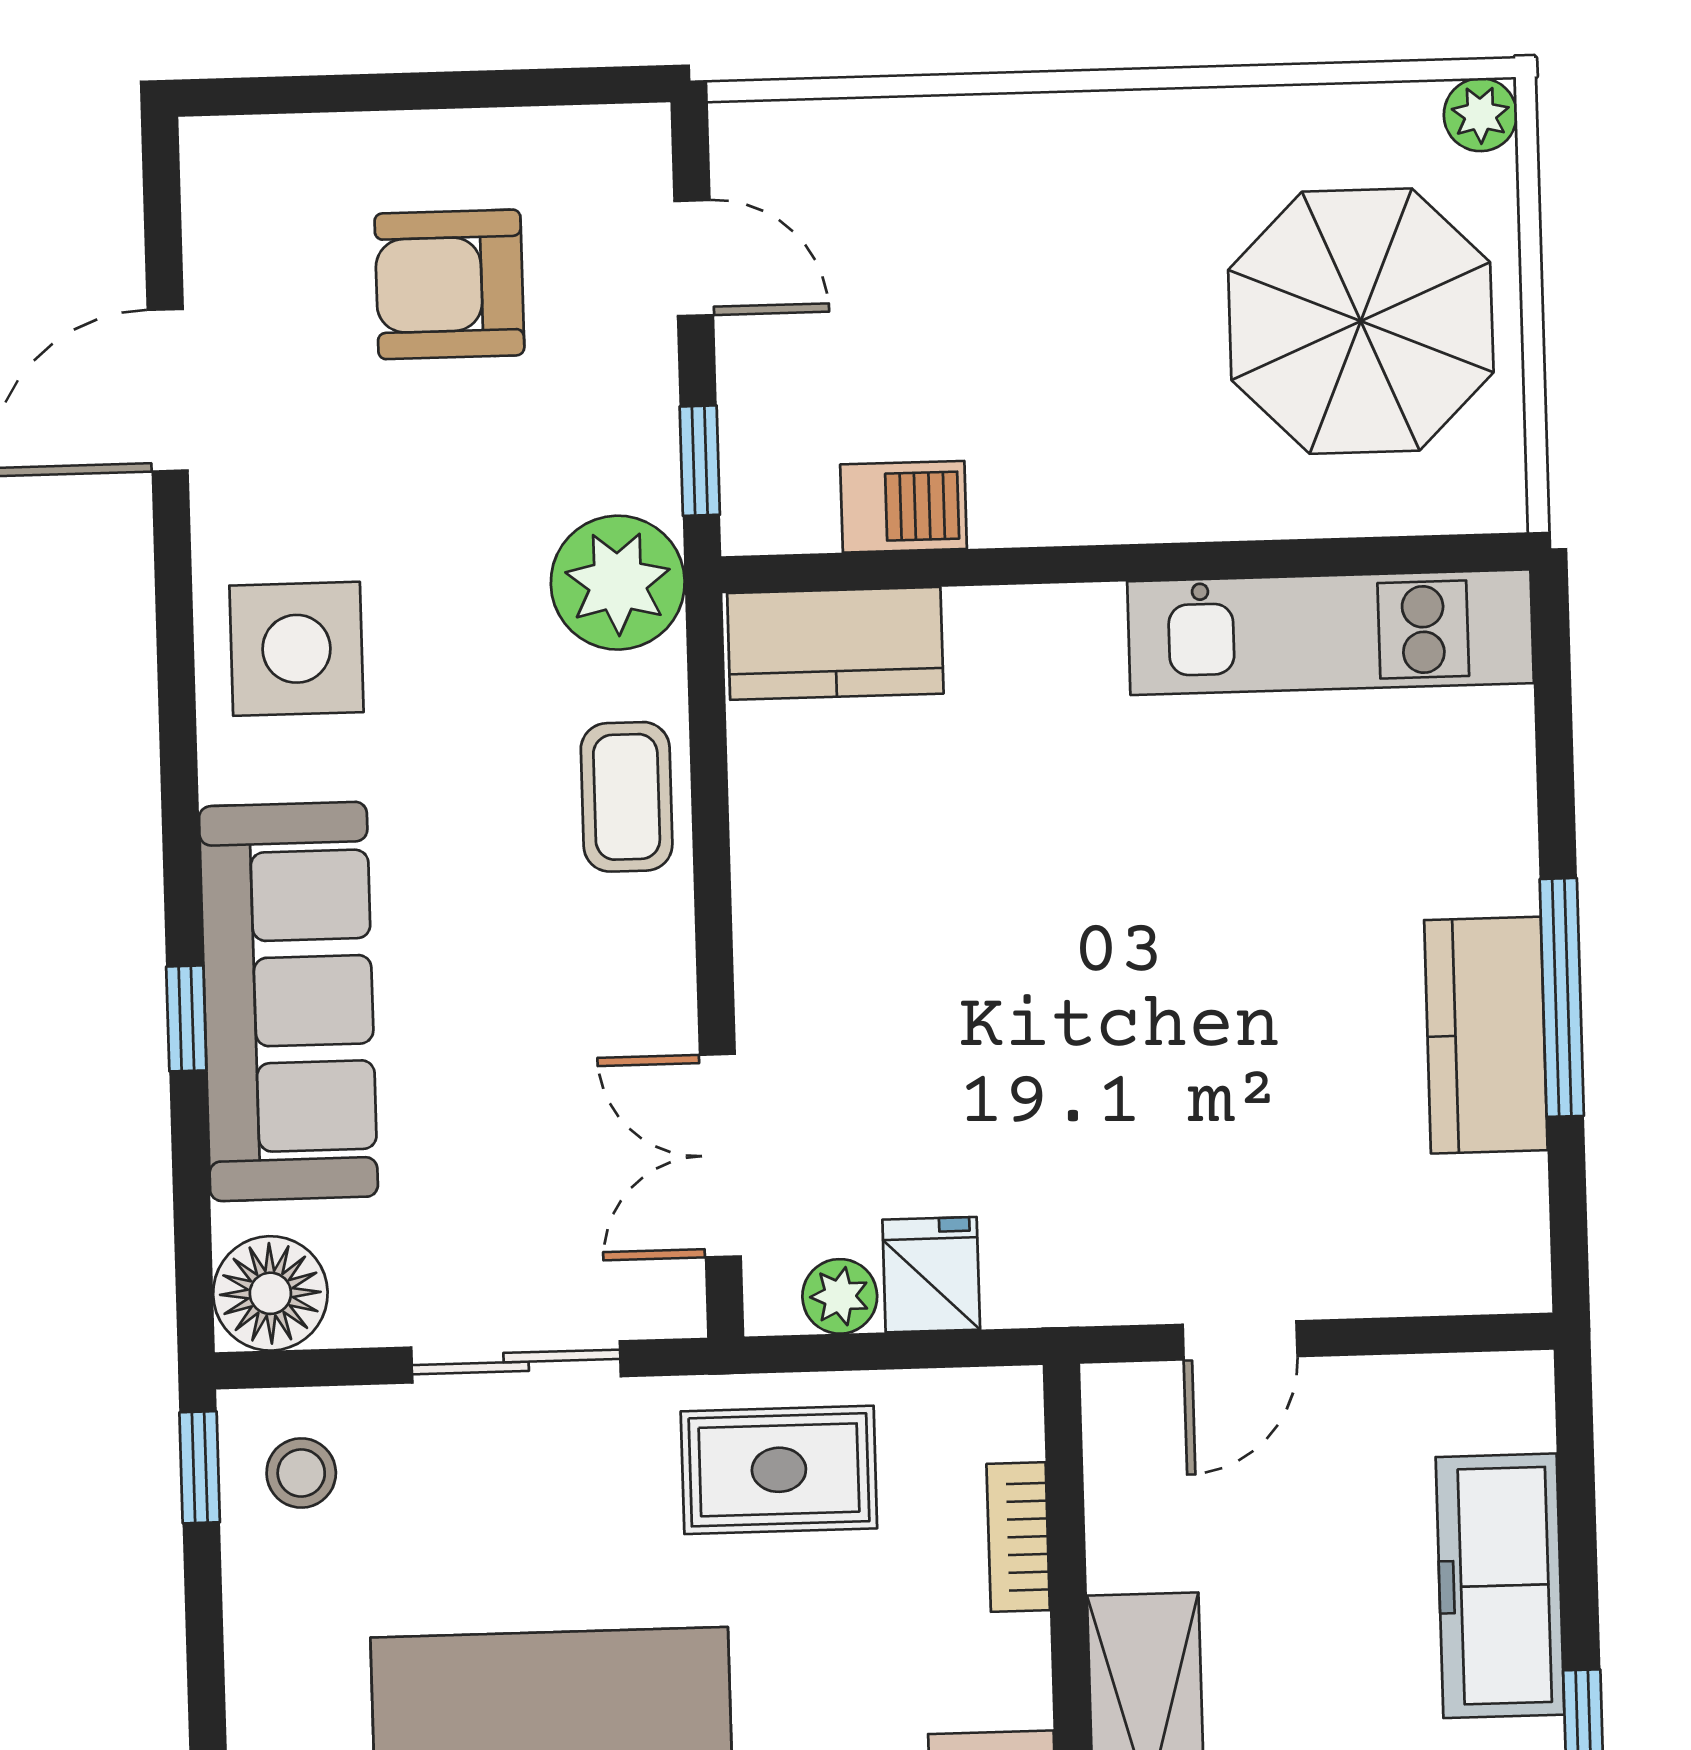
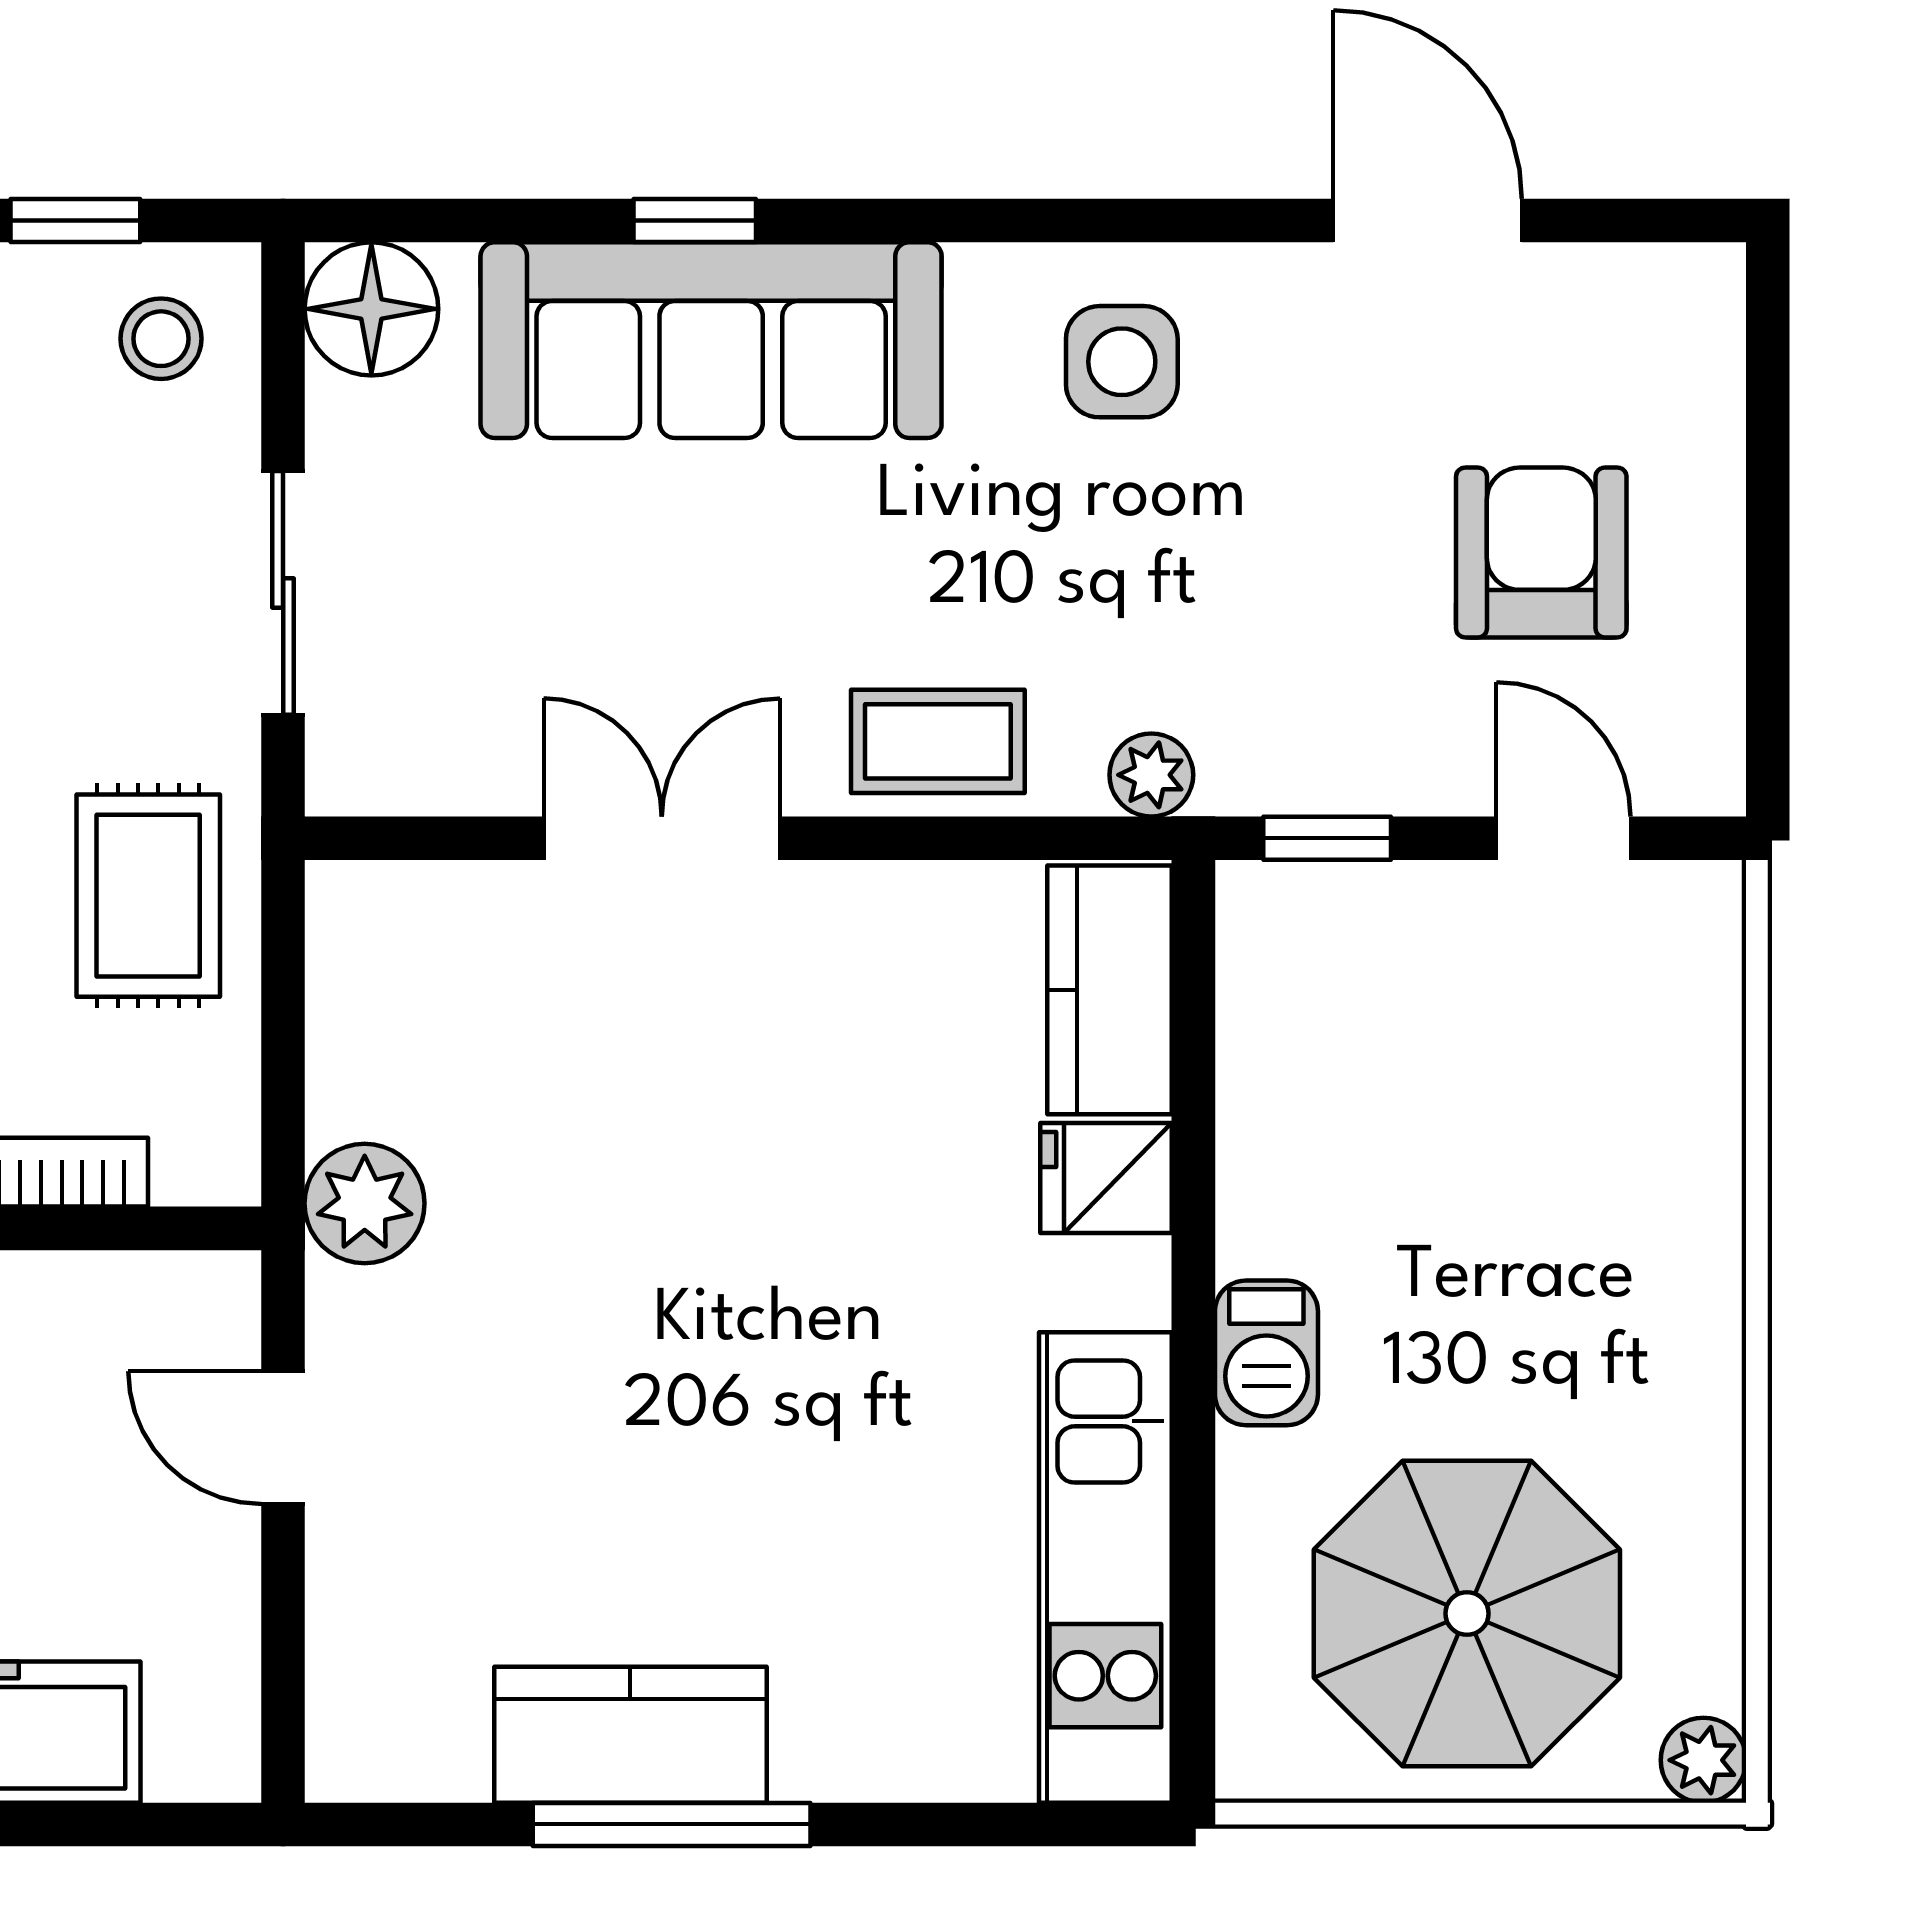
door: (694, 258) -> (1563, 838), swing flipped
barbecue: (904, 507) -> (1266, 1353), moved
plant: (618, 583) -> (1151, 775), width x0.53, depth x0.53
side table: (297, 649) -> (1122, 362), width x0.73, depth x0.73
double door: (720, 1156) -> (662, 838), moved
fridge: (931, 1275) -> (1106, 1178), moved, turned 180
plant: (840, 1296) -> (365, 1203), moved, width x1.38, depth x1.38
window: (200, 1467) -> (75, 221), moved

